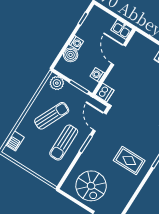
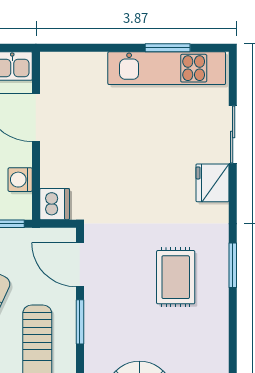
rug: (129, 161) -> (176, 277), moved, turned 90

